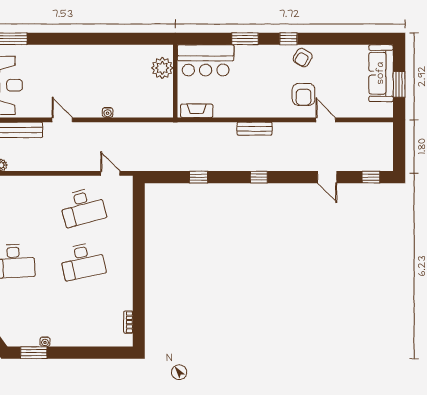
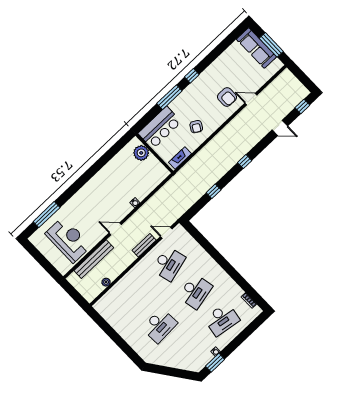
window: (245, 39) -> (169, 97), width x1.44
armchair: (303, 58) -> (196, 127), moved
window: (399, 84) -> (271, 45), width x1.44
bench: (255, 129) -> (144, 245), moved
desk: (83, 315) -> (222, 319), added

